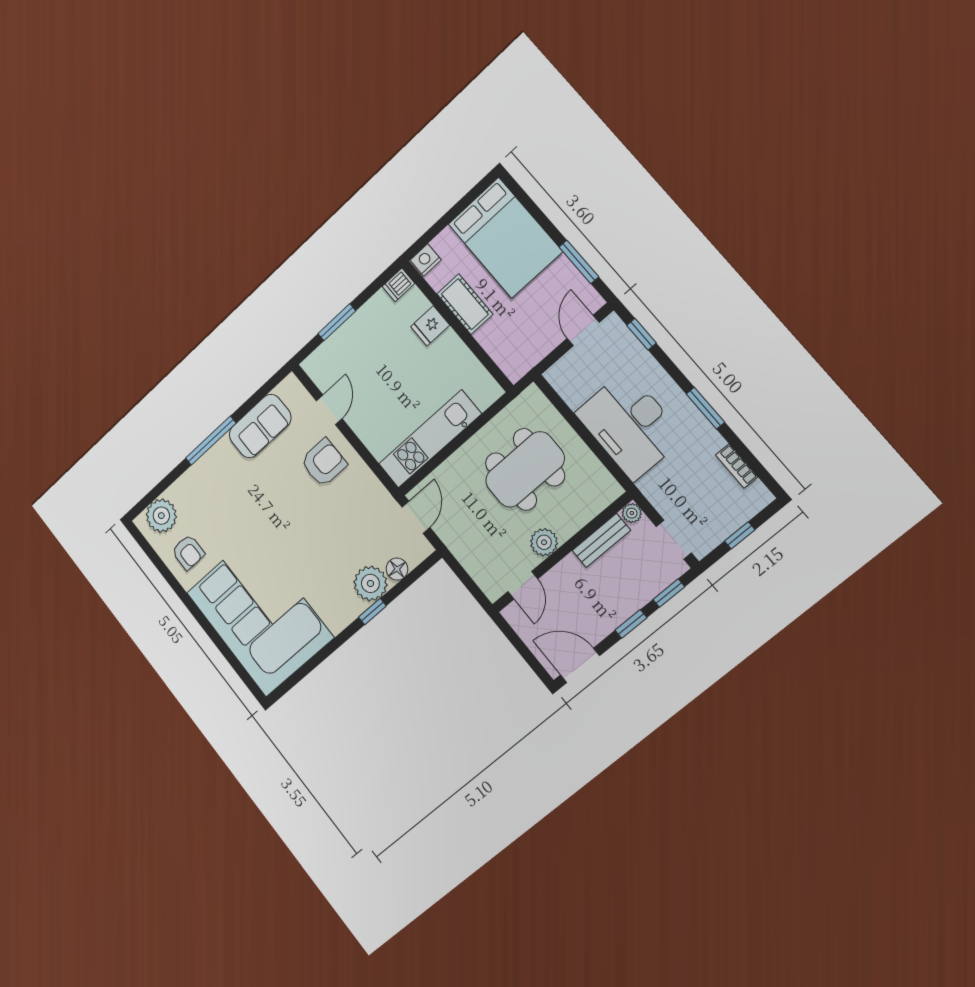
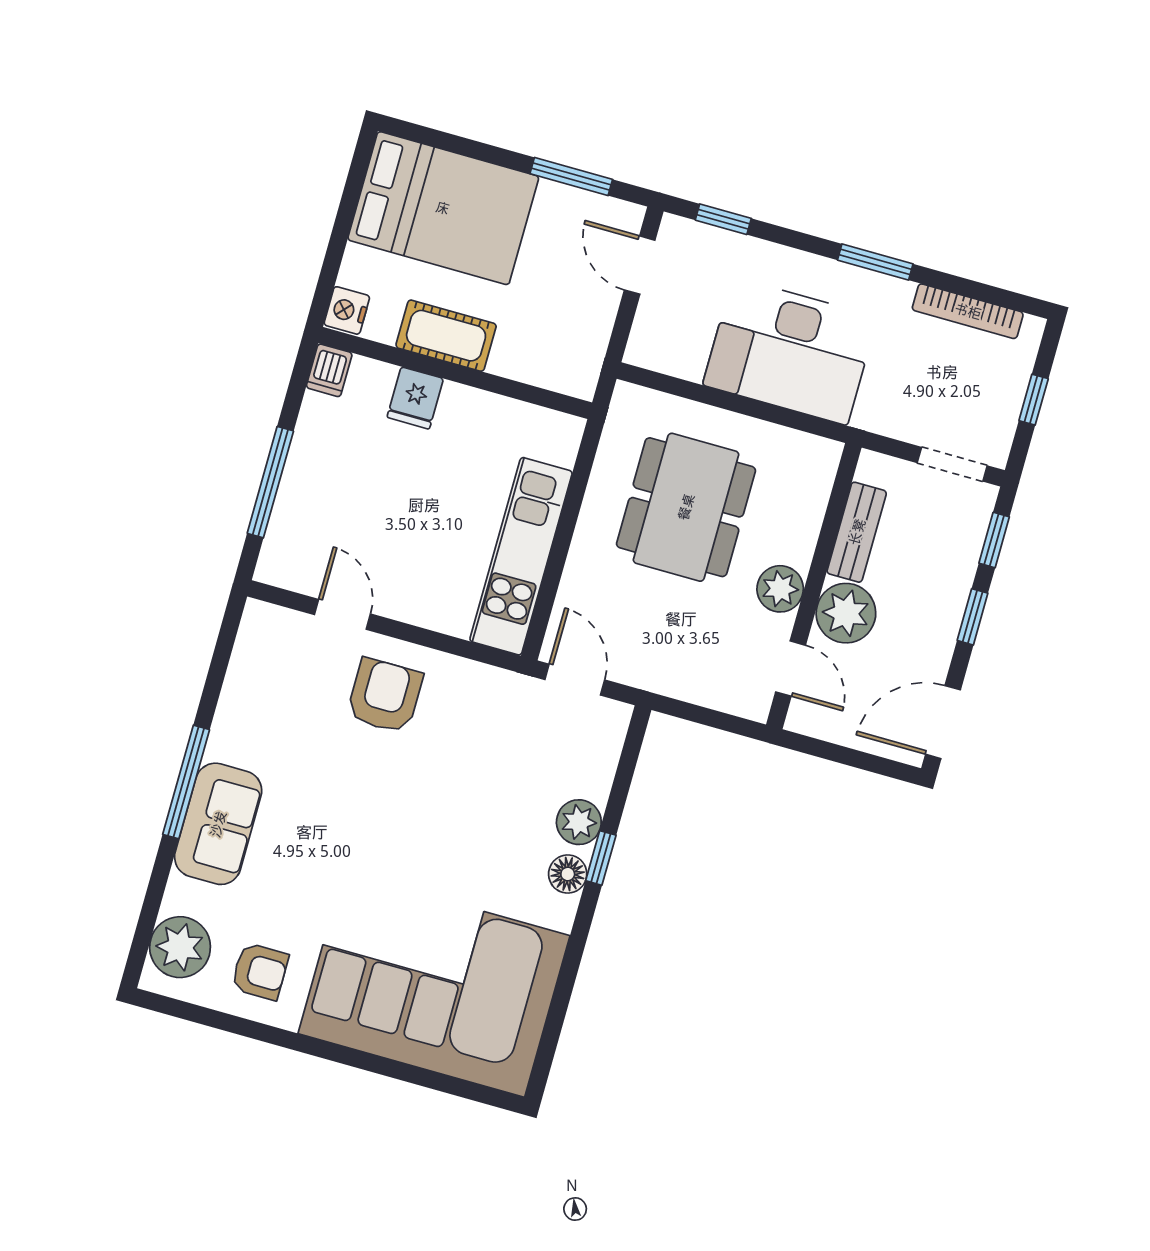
window: (337, 322) -> (270, 482), width x1.44
sofa: (260, 426) -> (218, 824), moved
bookcase: (737, 466) -> (968, 311), width x1.56
plant: (632, 513) -> (846, 613), moved, width x1.88, depth x1.88
floor lamp: (397, 569) -> (568, 874), moved
plant: (370, 583) -> (579, 822), width x0.73, depth x0.73

